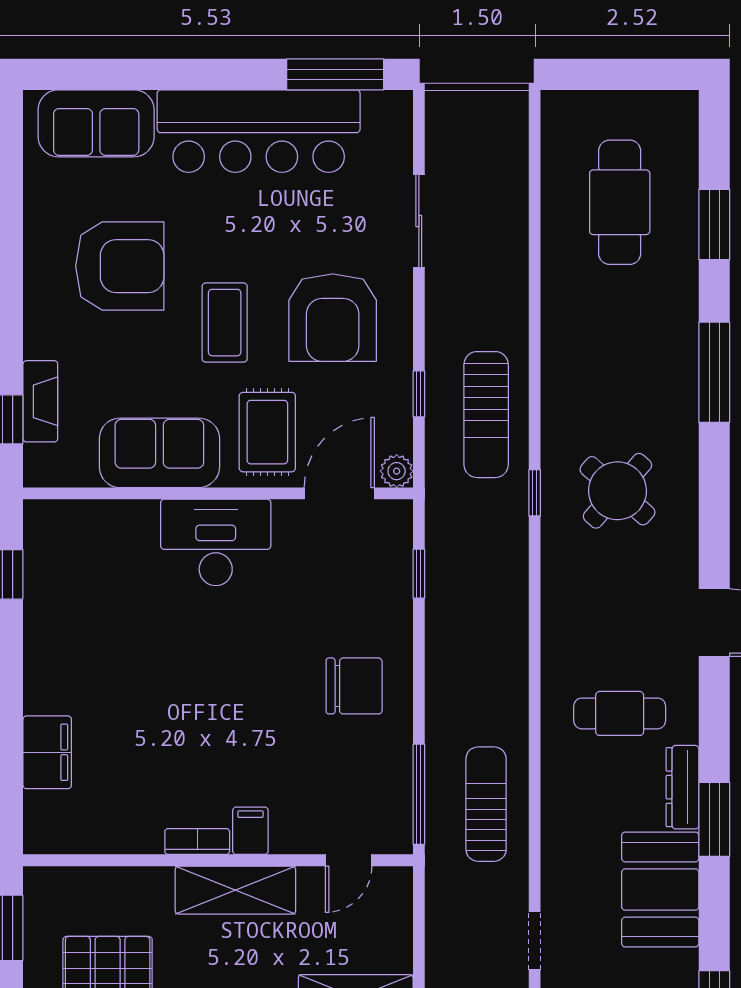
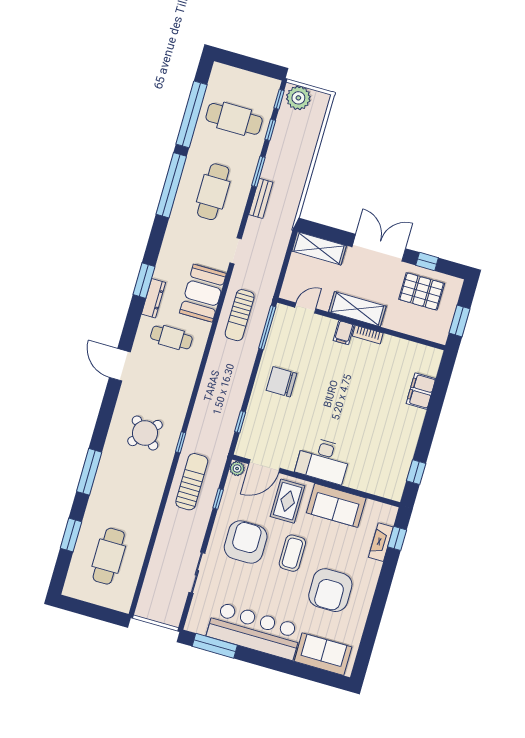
armchair: (120, 266) -> (330, 590), turned -90
booth: (660, 890) -> (203, 293), moved

